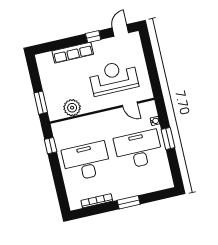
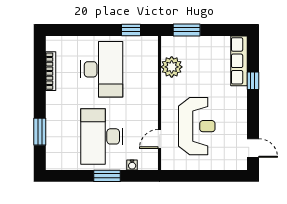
window: (93, 37) -> (253, 81), moved
row of seats: (73, 53) -> (239, 61), moved
desk: (138, 149) -> (102, 136), turned 180
window: (129, 202) -> (40, 132), moved

